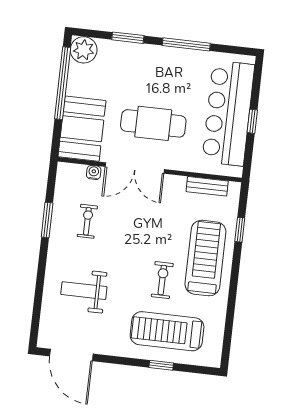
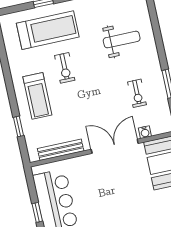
cafe table: (153, 123) -> (112, 185), removed
bench: (207, 186) -> (61, 150), width x1.36
treadmill: (205, 258) -> (37, 96), width x0.73, depth x0.73

